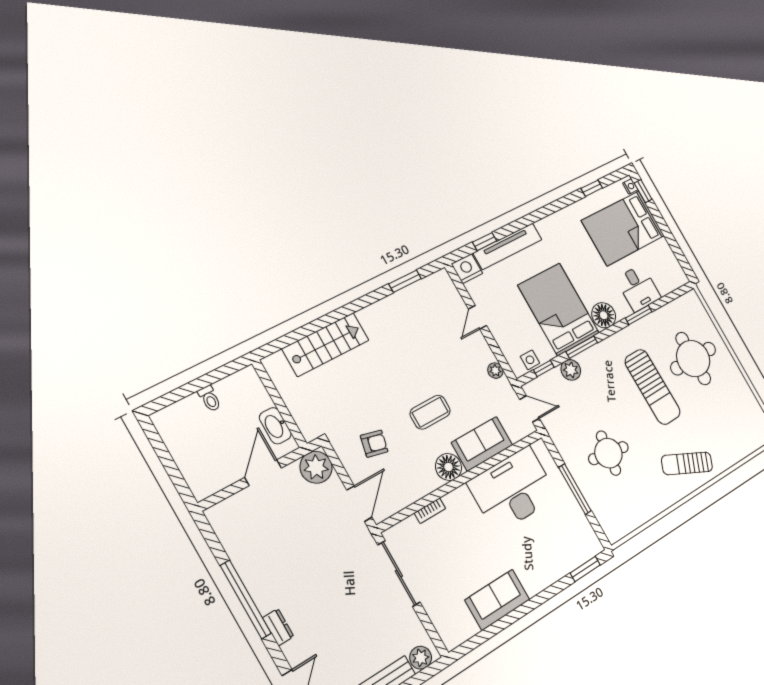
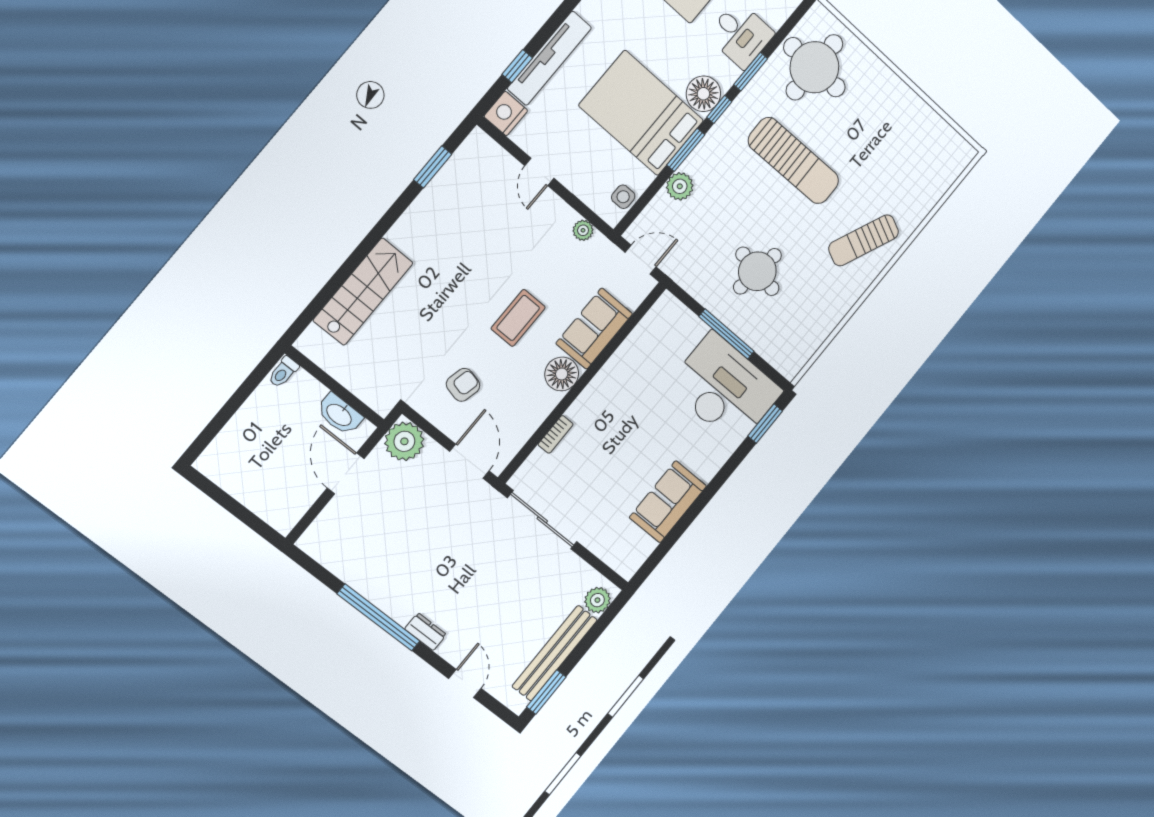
round table: (693, 359) -> (814, 67), moved
window: (544, 368) -> (719, 109), moved
toilet: (210, 399) -> (283, 372), moved, turned 90
desk: (513, 490) -> (725, 389), moved, turned 90

